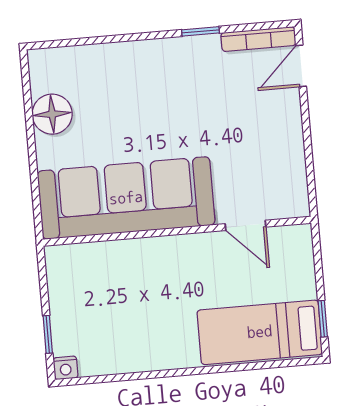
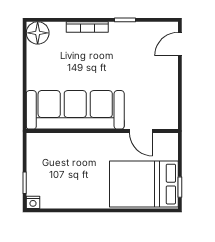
bookcase: (258, 39) -> (87, 27), moved
floor lamp: (52, 114) -> (38, 33), moved
bed: (260, 332) -> (144, 184), width x1.50

